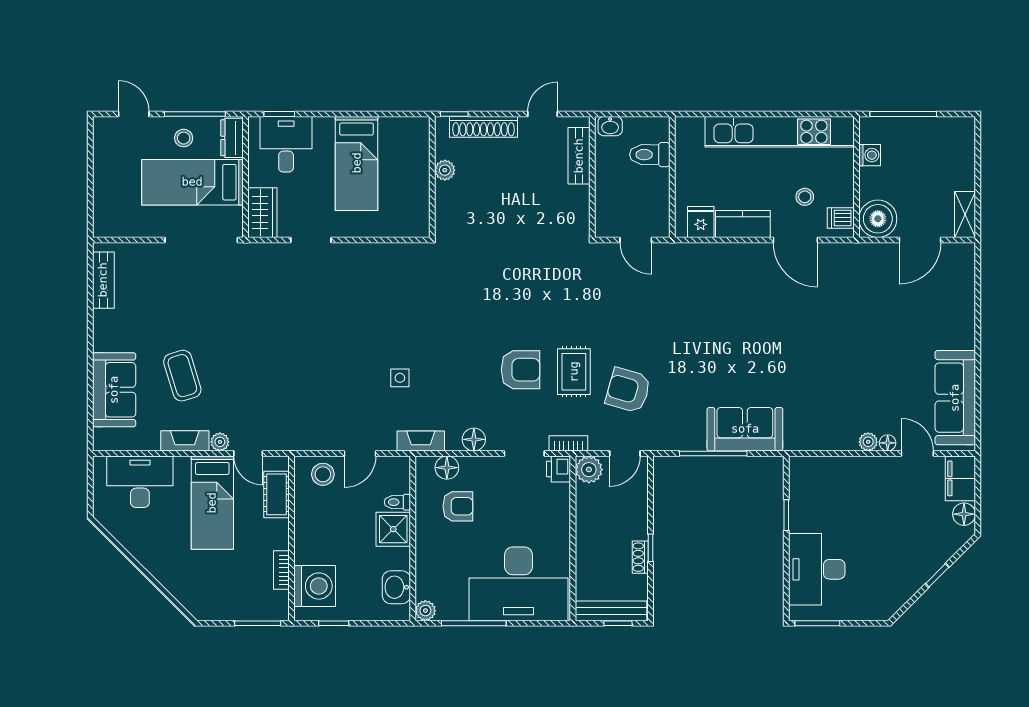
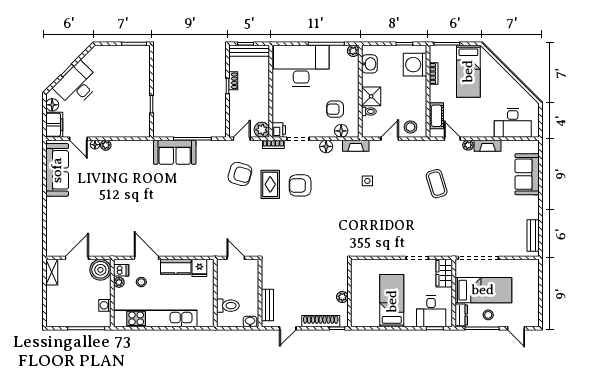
plant: (845, 196) -> (119, 282), added
coffee table: (182, 376) -> (437, 184), moved
bed: (212, 503) -> (468, 71), moved, turned 180
desk: (817, 569) -> (77, 85), moved, turned -135

